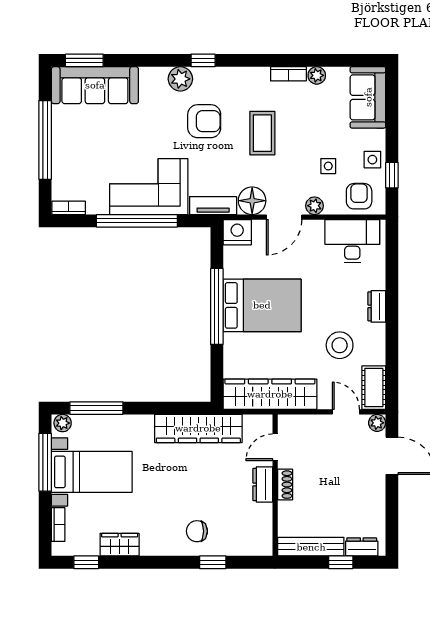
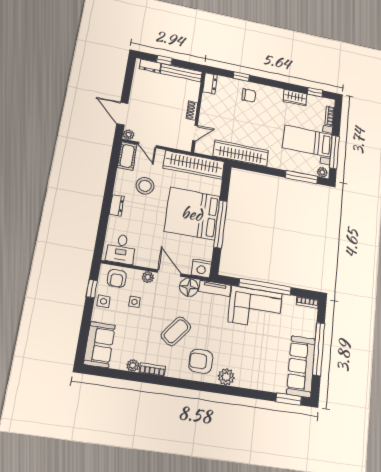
window: (203, 60) -> (209, 388), removed
sofa: (95, 85) -> (301, 366), moved, turned -90
armchair: (204, 121) -> (201, 361), moved
coffee table: (262, 133) -> (176, 331), turned 38
door: (284, 217) -> (169, 273), hinge flipped
desk: (352, 241) -> (121, 249), width x0.73
bed: (262, 305) -> (192, 214), width x1.36
dresser: (263, 484) -> (210, 83), moved

